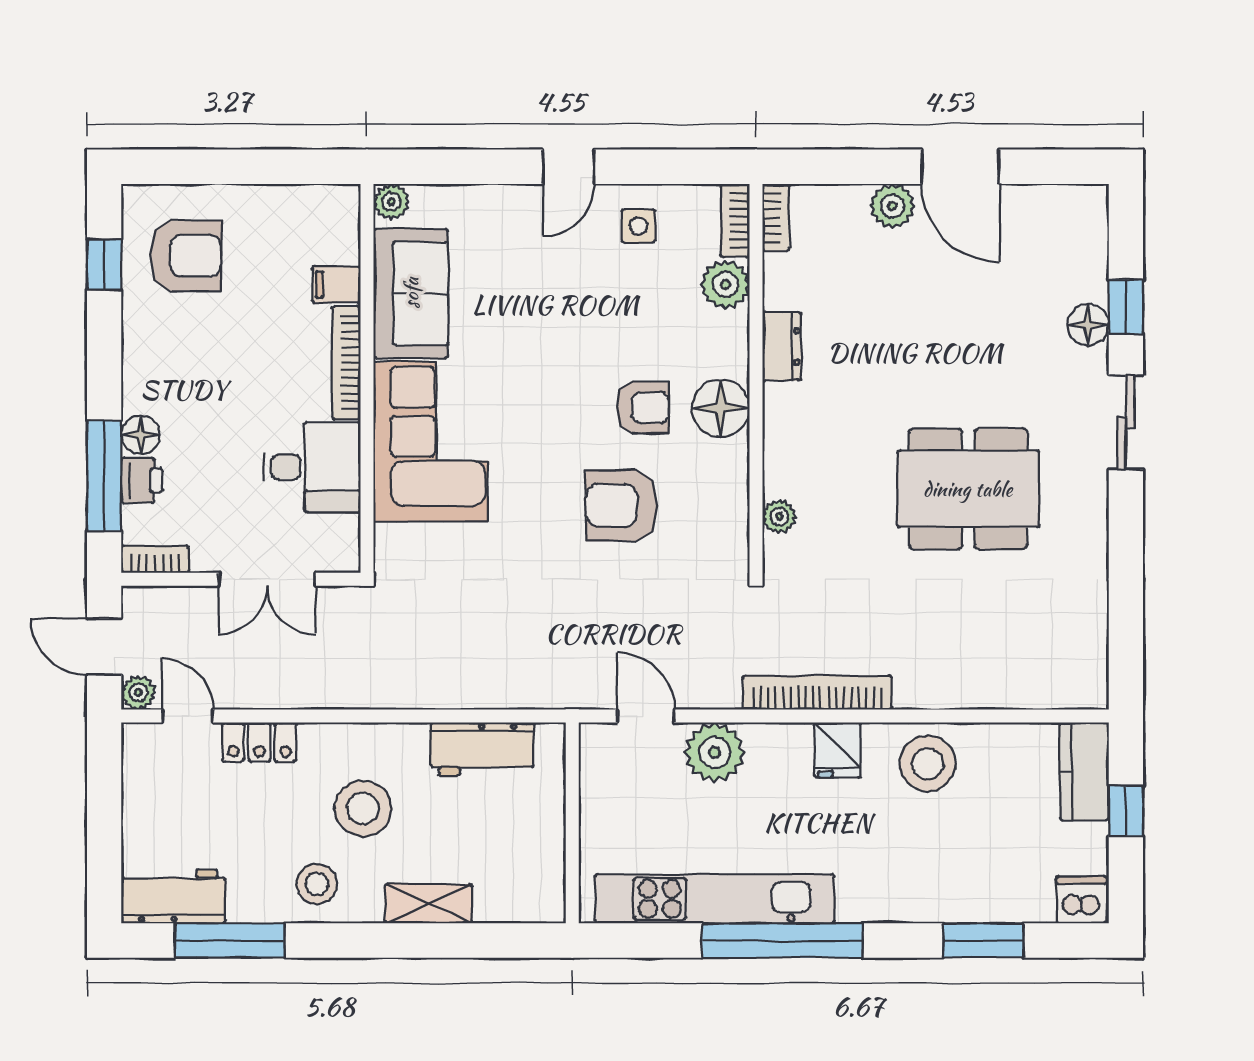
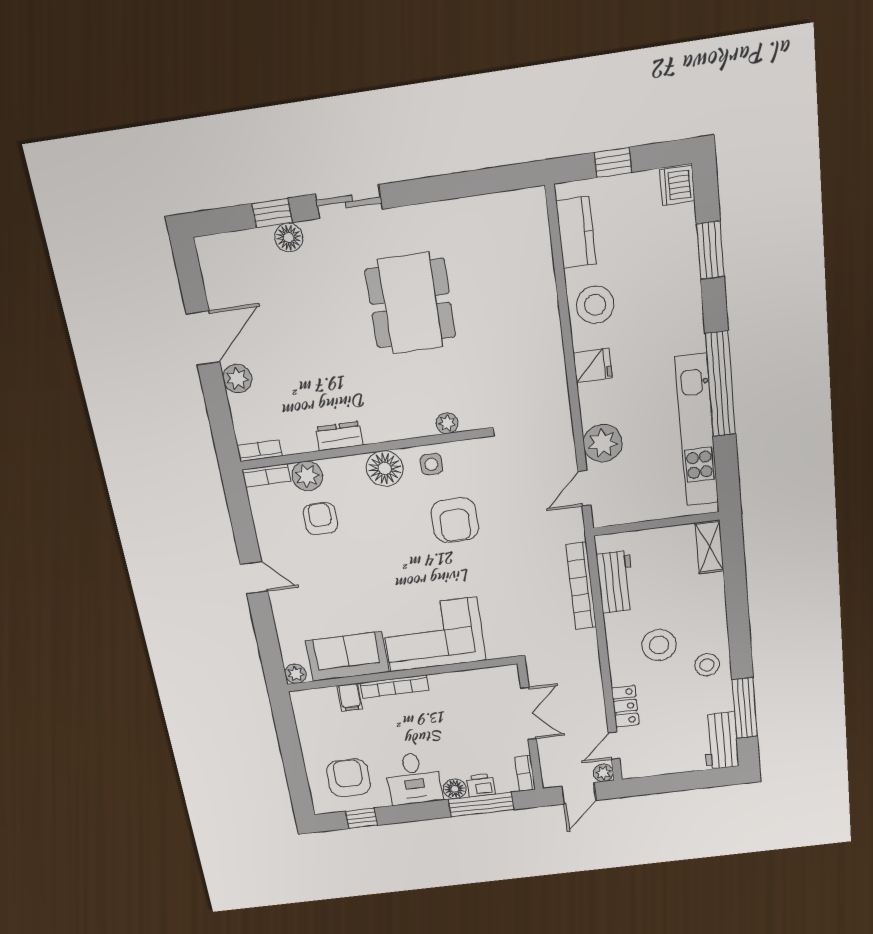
side table: (639, 226) -> (431, 464), moved
armchair: (643, 408) -> (320, 519), moved
desk: (312, 467) -> (414, 779), moved, turned 180
bookcase: (817, 693) -> (581, 586), moved
kitchen counter: (1084, 771) -> (576, 232), moved, turned -90
shelving: (428, 904) -> (709, 547), moved

